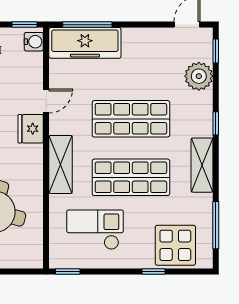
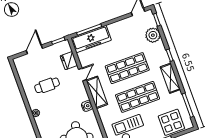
water cooler: (34, 42) -> (87, 106), moved
fridge: (31, 129) -> (69, 61), moved
shelving: (61, 164) -> (97, 92), moved

